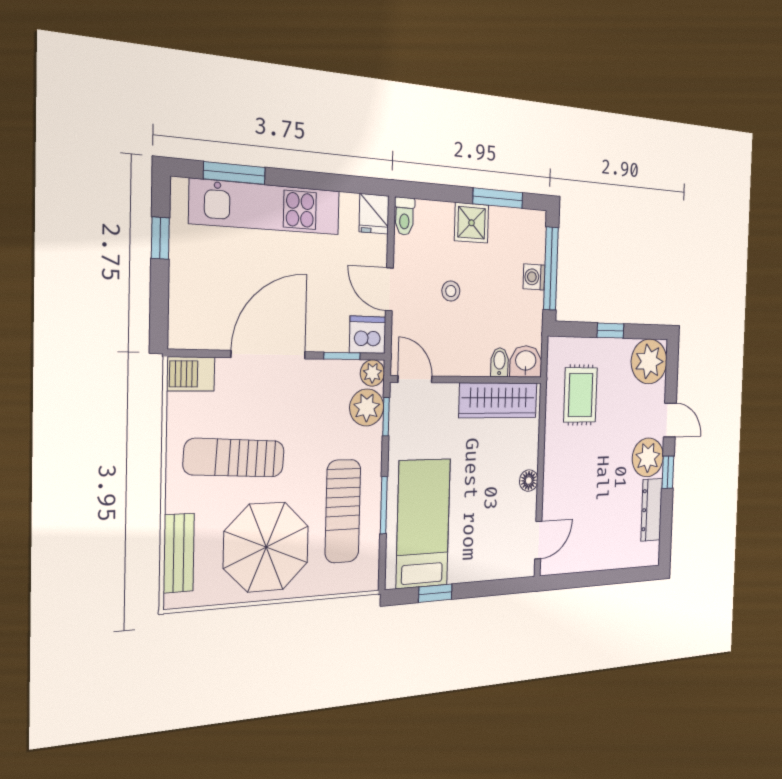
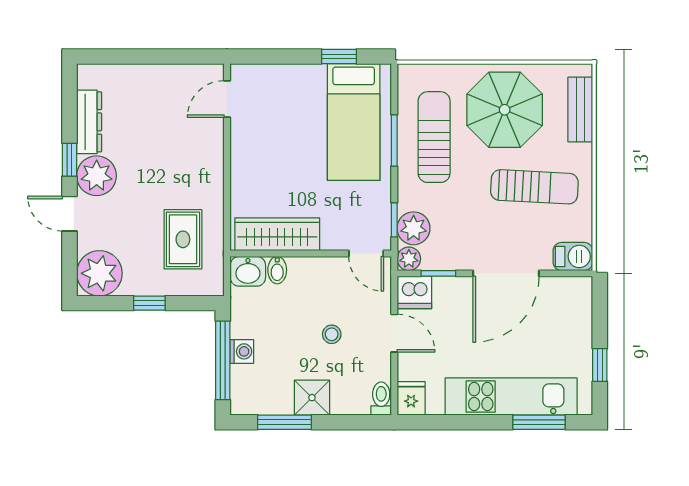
floor lamp: (529, 481) -> (240, 157), removed

